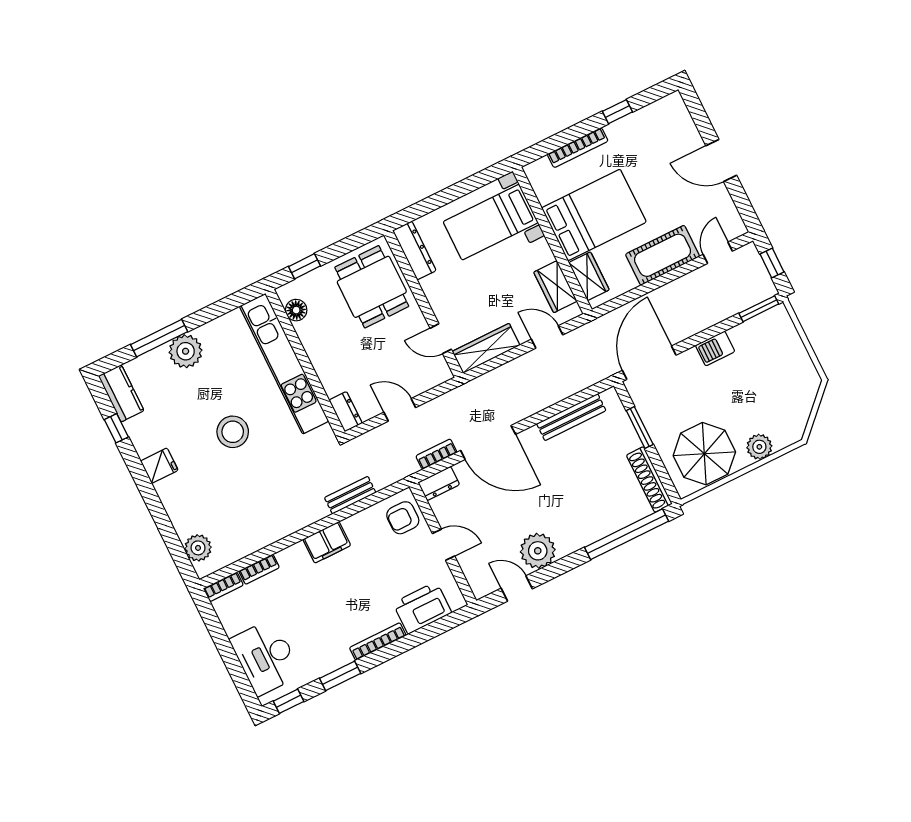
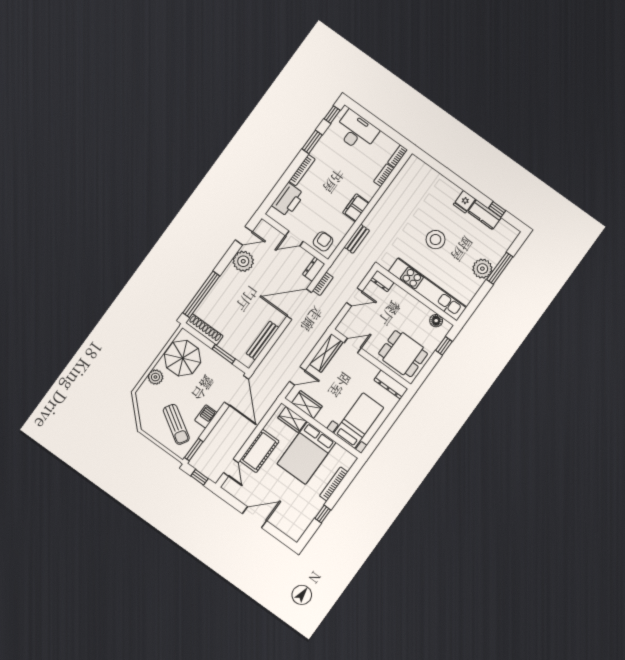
sun lounger: (765, 360) -> (176, 424), added
kitchen counter: (121, 393) -> (484, 215), moved
plant: (198, 548) -> (422, 170), removed

